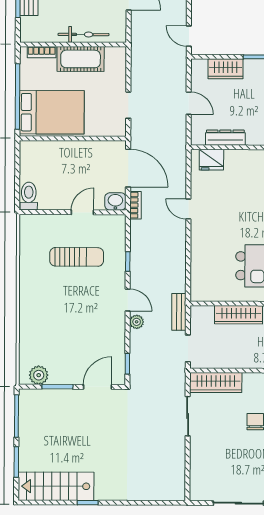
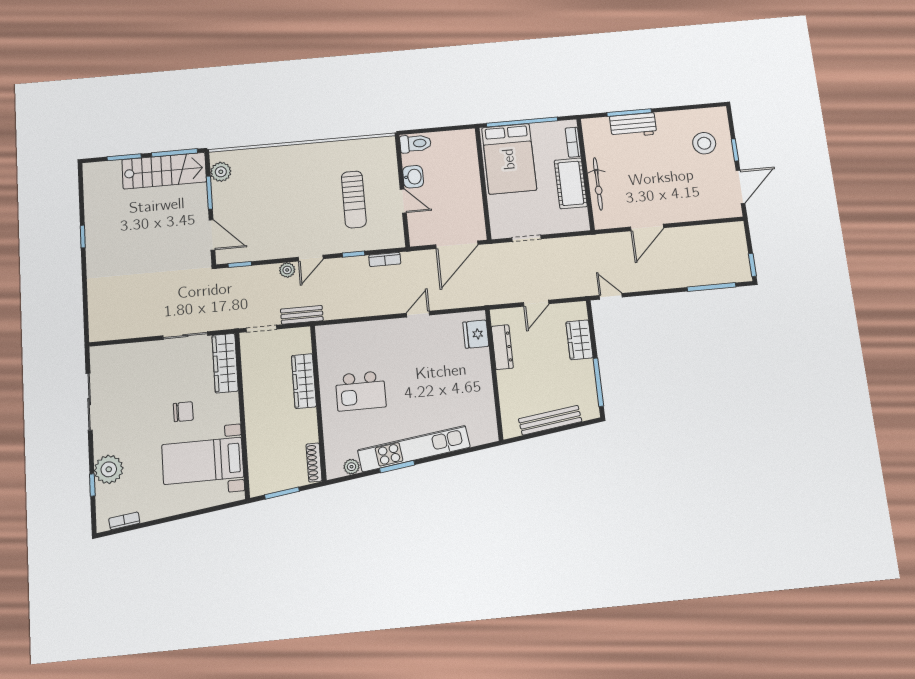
door: (189, 36) -> (611, 296), hinge flipped
washbasin: (115, 201) -> (413, 177), moved
bookcase: (136, 205) -> (385, 259), moved
stairs: (56, 486) -> (164, 171), moved, turned 90

